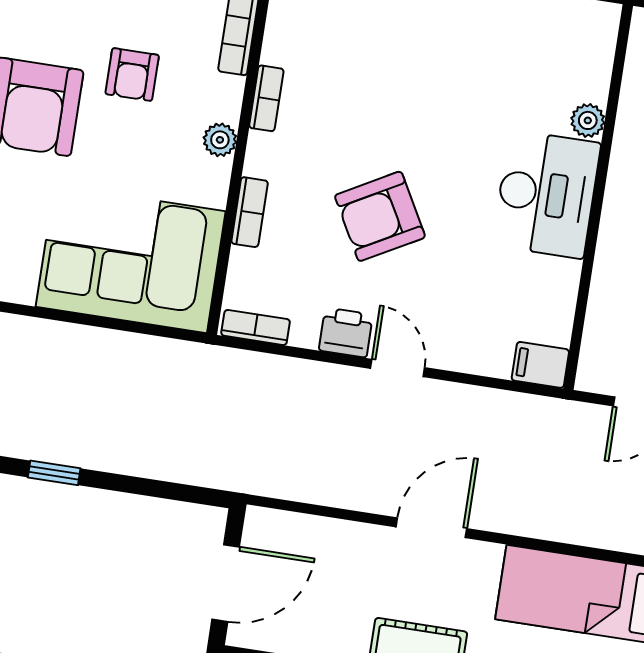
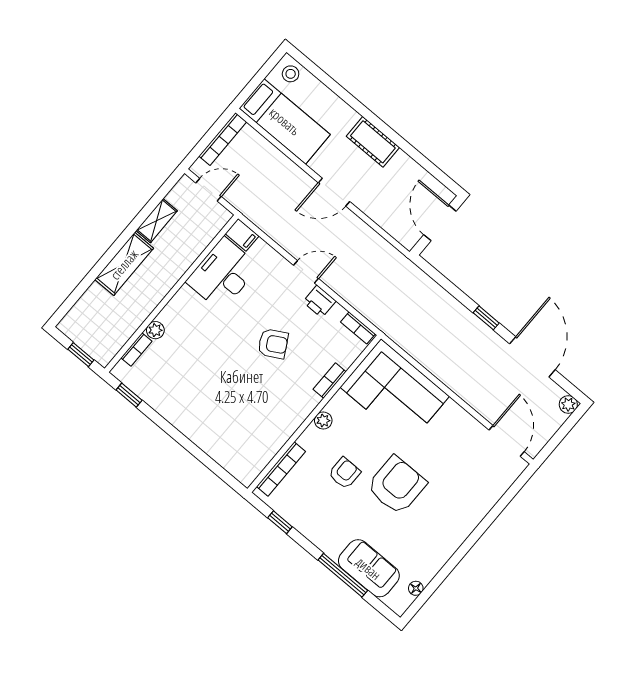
bookcase: (266, 98) -> (136, 349), moved, turned 180
desk: (546, 194) -> (223, 274), moved
armchair: (380, 216) -> (273, 344), width x0.72, depth x0.72
door: (398, 368) -> (306, 272), swing flipped
door: (226, 583) -> (440, 223), hinge flipped

